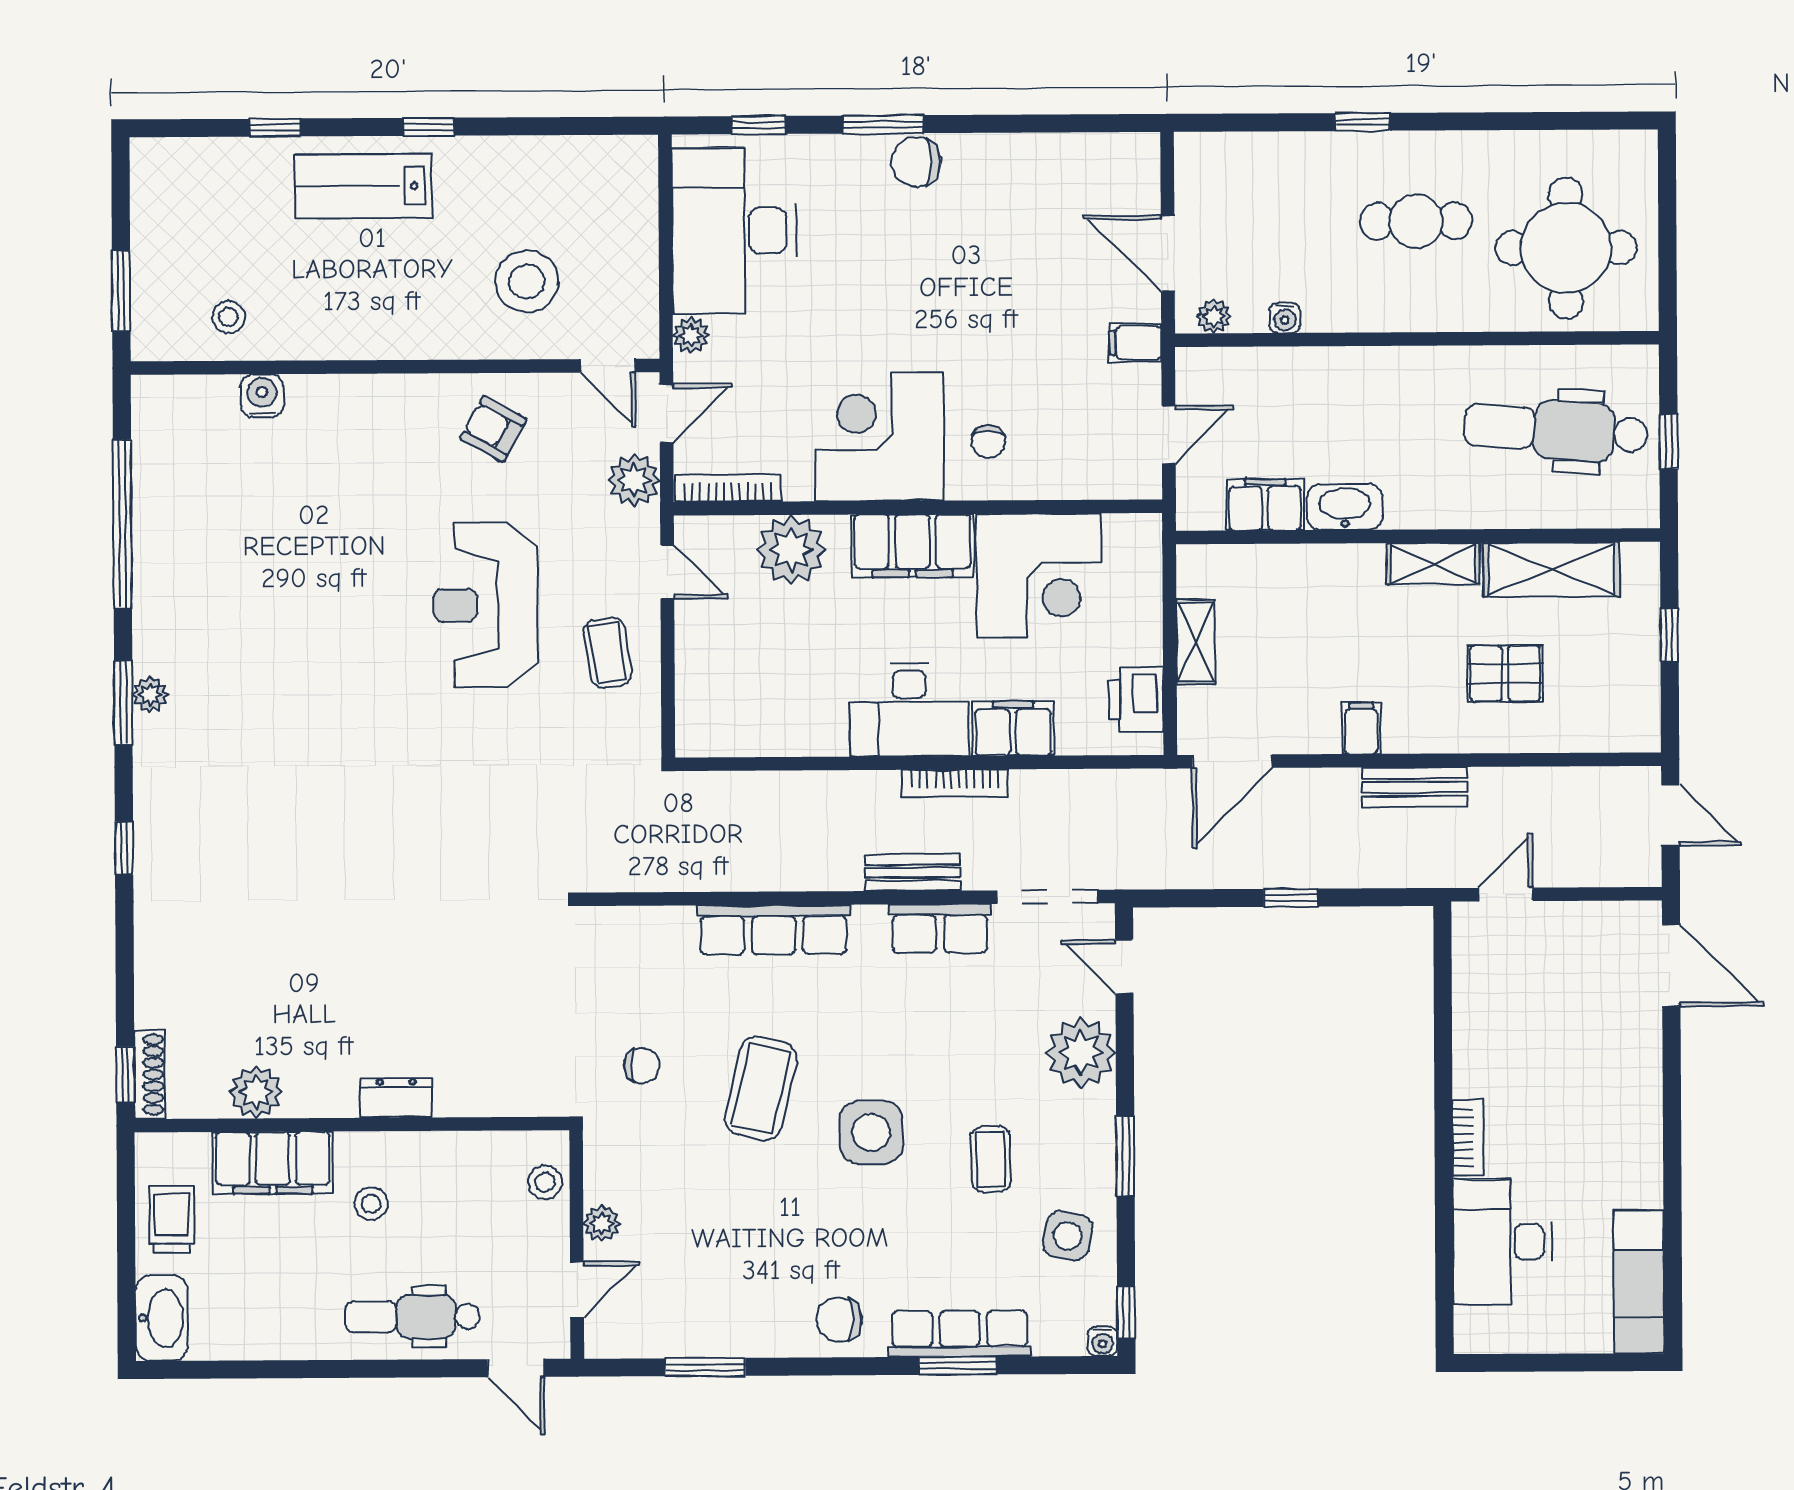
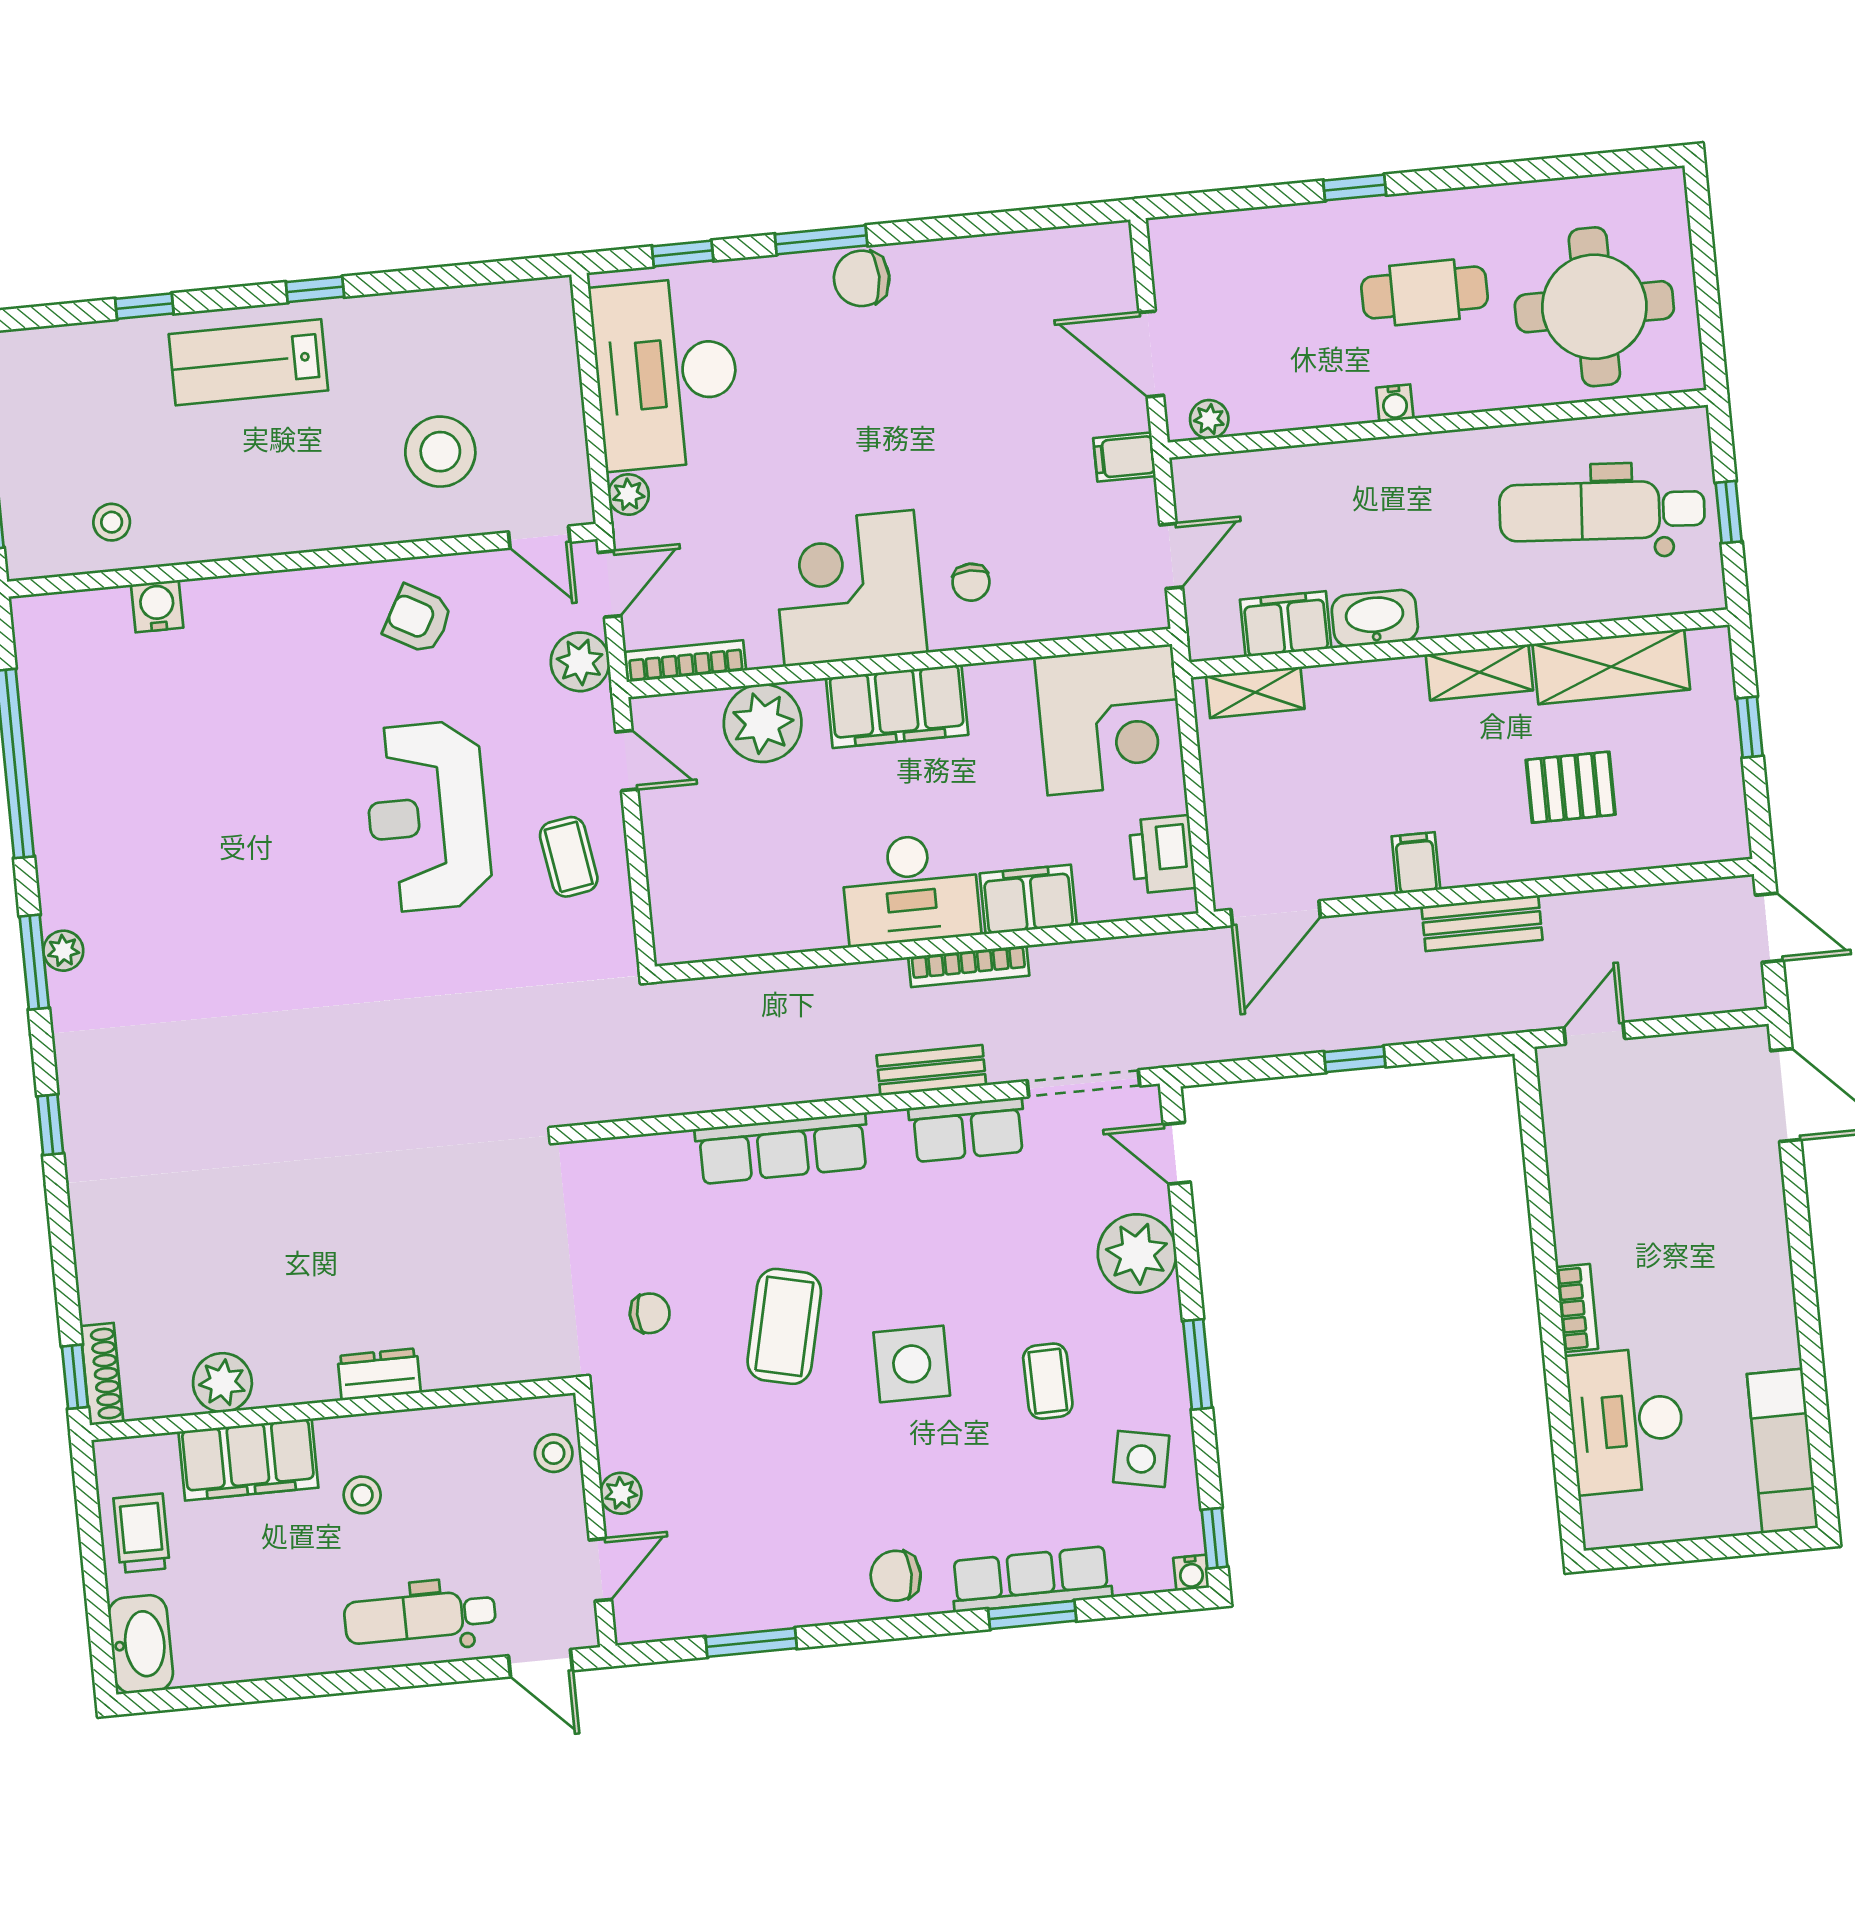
water cooler: (1285, 318) -> (1395, 403), moved
corner desk: (1039, 576) -> (1110, 720), moved
shelving: (1196, 642) -> (1255, 692), moved, turned 90

